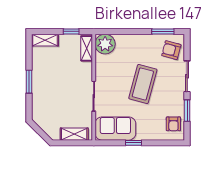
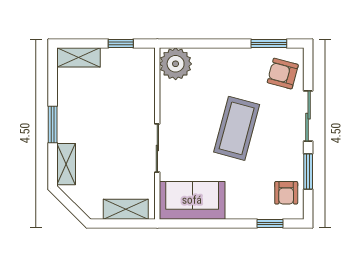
shelving: (87, 48) -> (66, 164), moved
window: (134, 143) -> (270, 224), moved

